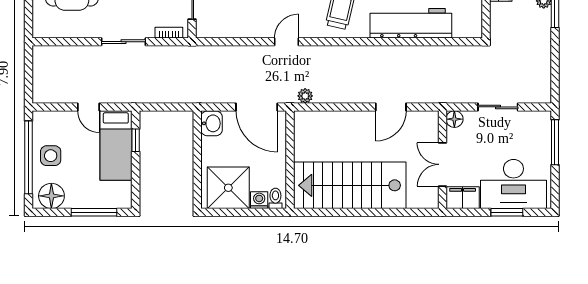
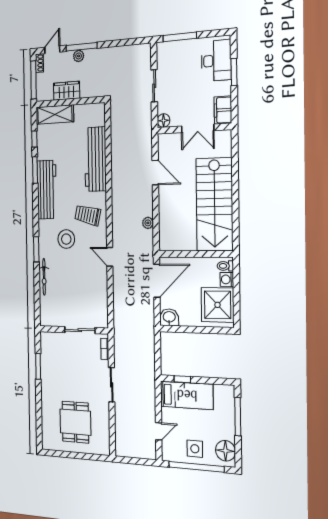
plant: (305, 96) -> (148, 223), moved
door: (88, 107) -> (159, 431), moved
desk: (513, 184) -> (216, 61), width x0.73, depth x0.77

